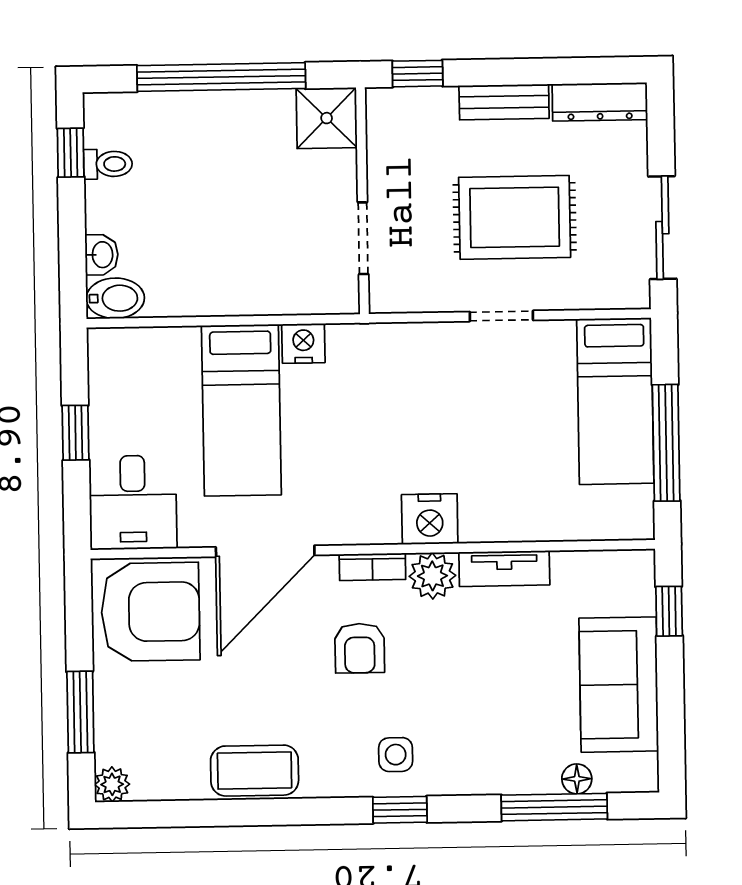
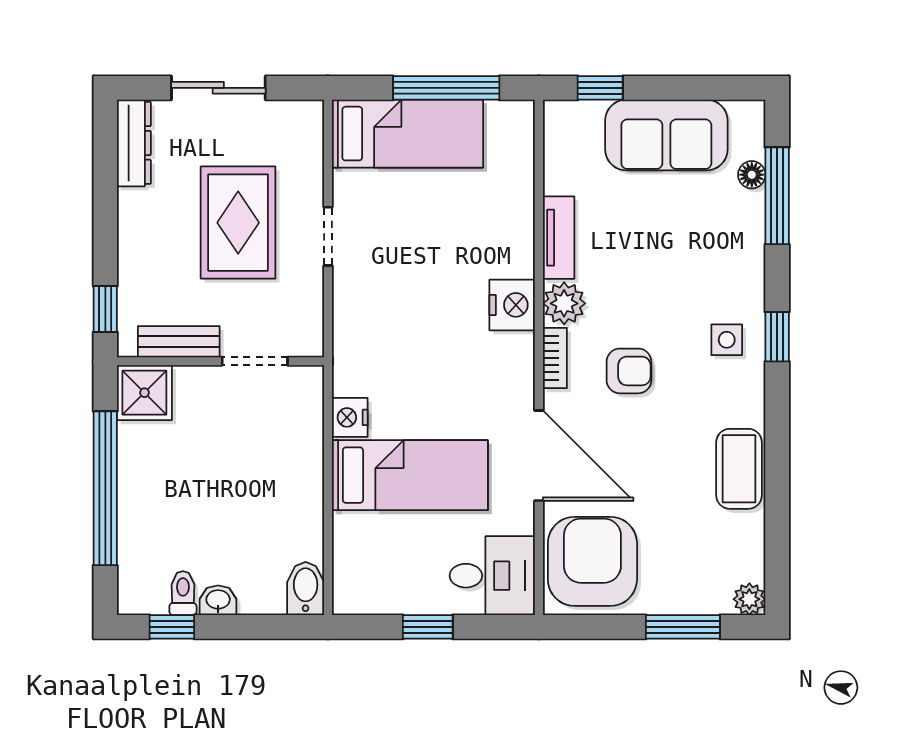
bench: (504, 102) -> (179, 342), moved, turned 90
sliding door: (662, 228) -> (218, 88), moved
washbasin: (102, 255) -> (218, 600), moved

